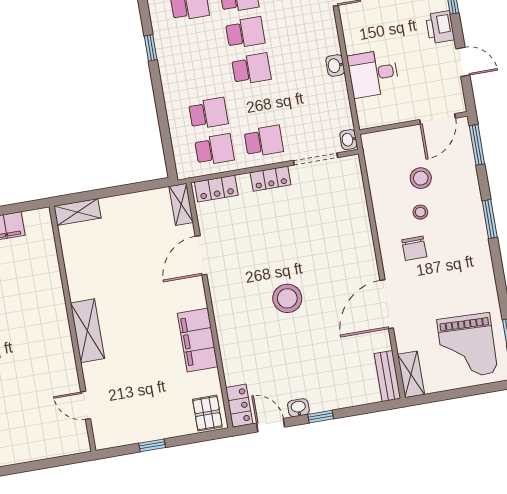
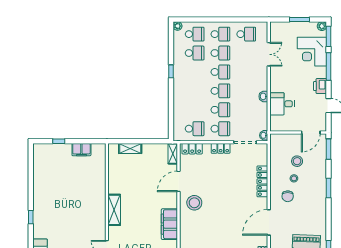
school desk: (208, 113) -> (220, 110), moved
shelving: (77, 212) -> (130, 149), moved
locker: (361, 228) -> (262, 181), added
stool: (287, 298) -> (194, 203), moved

